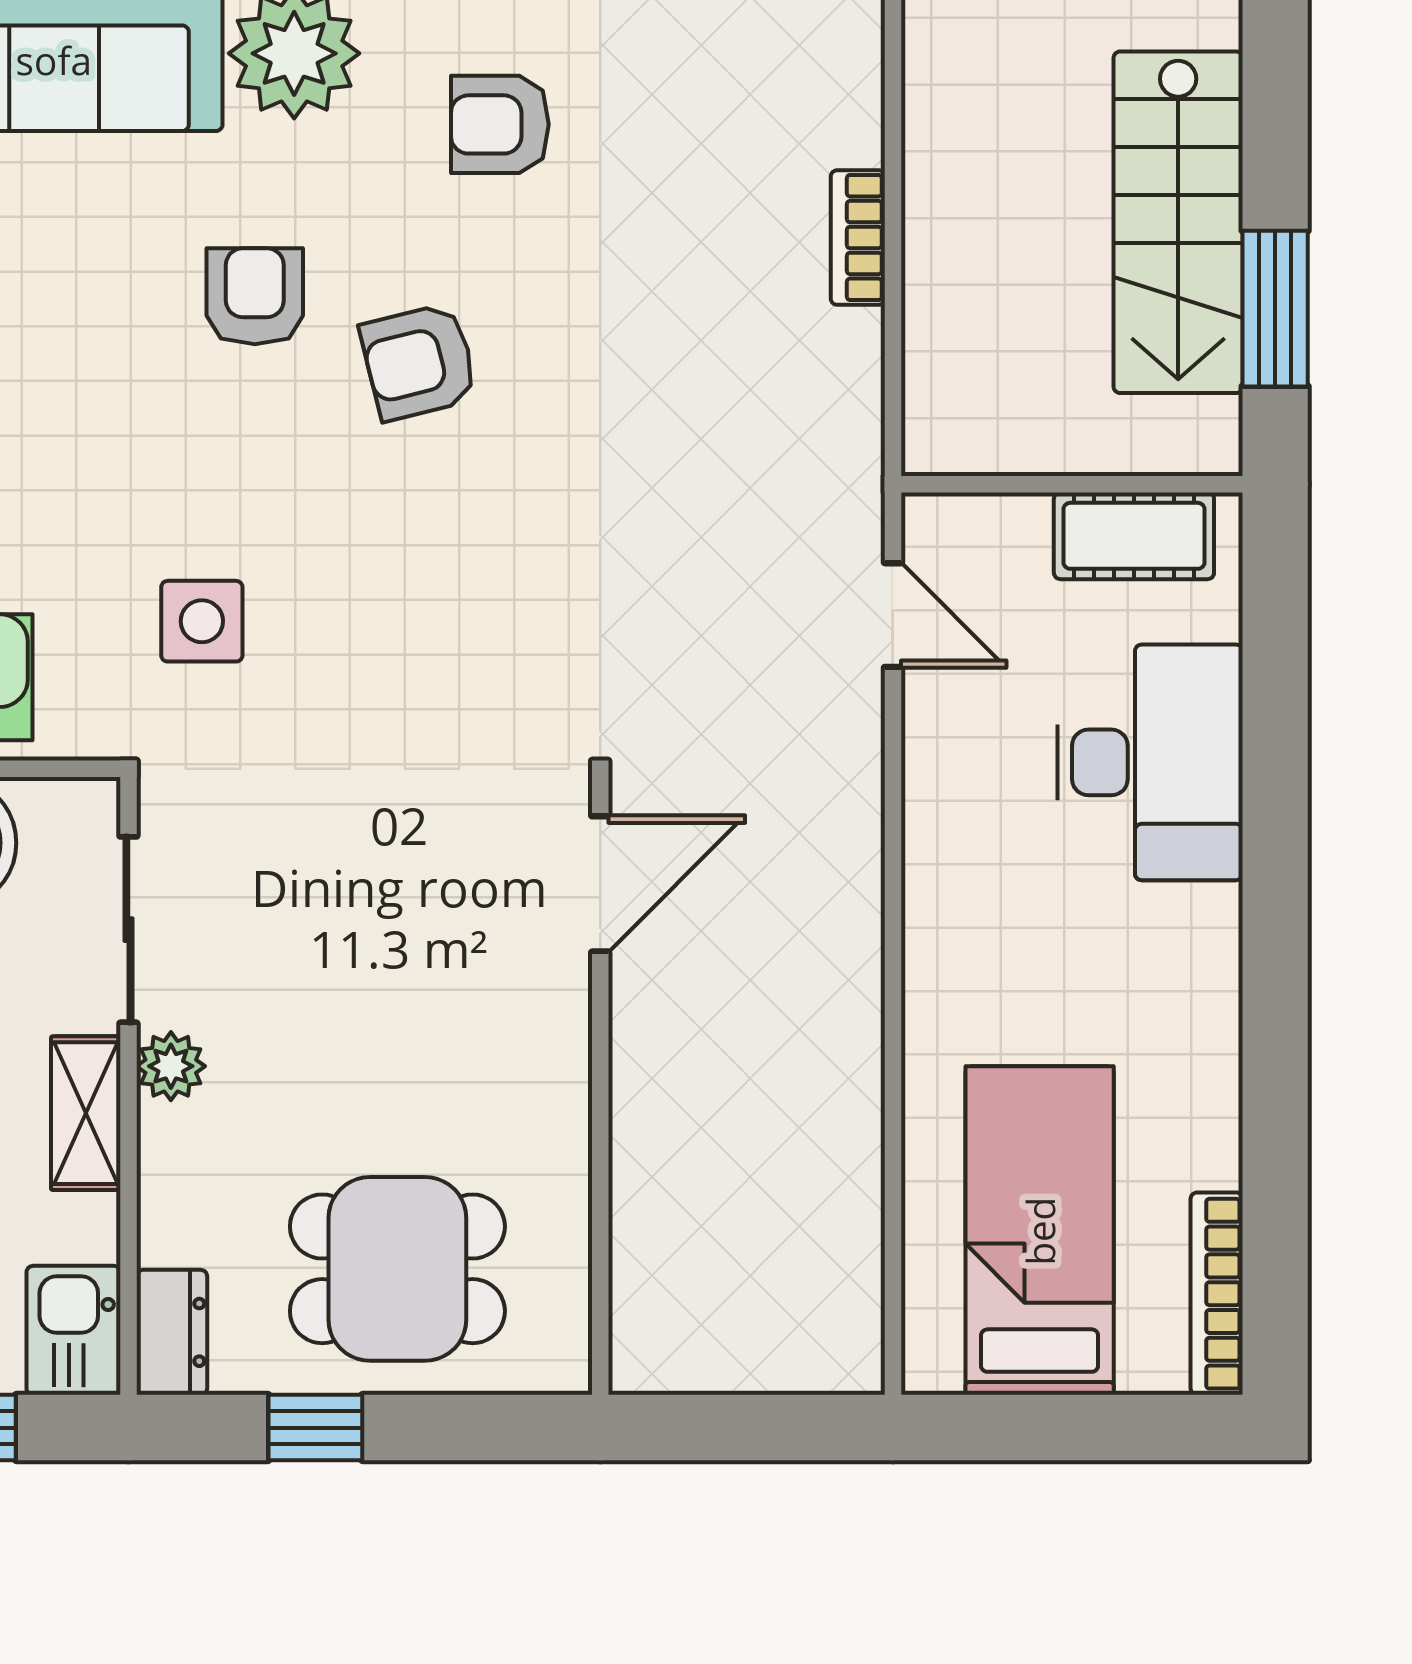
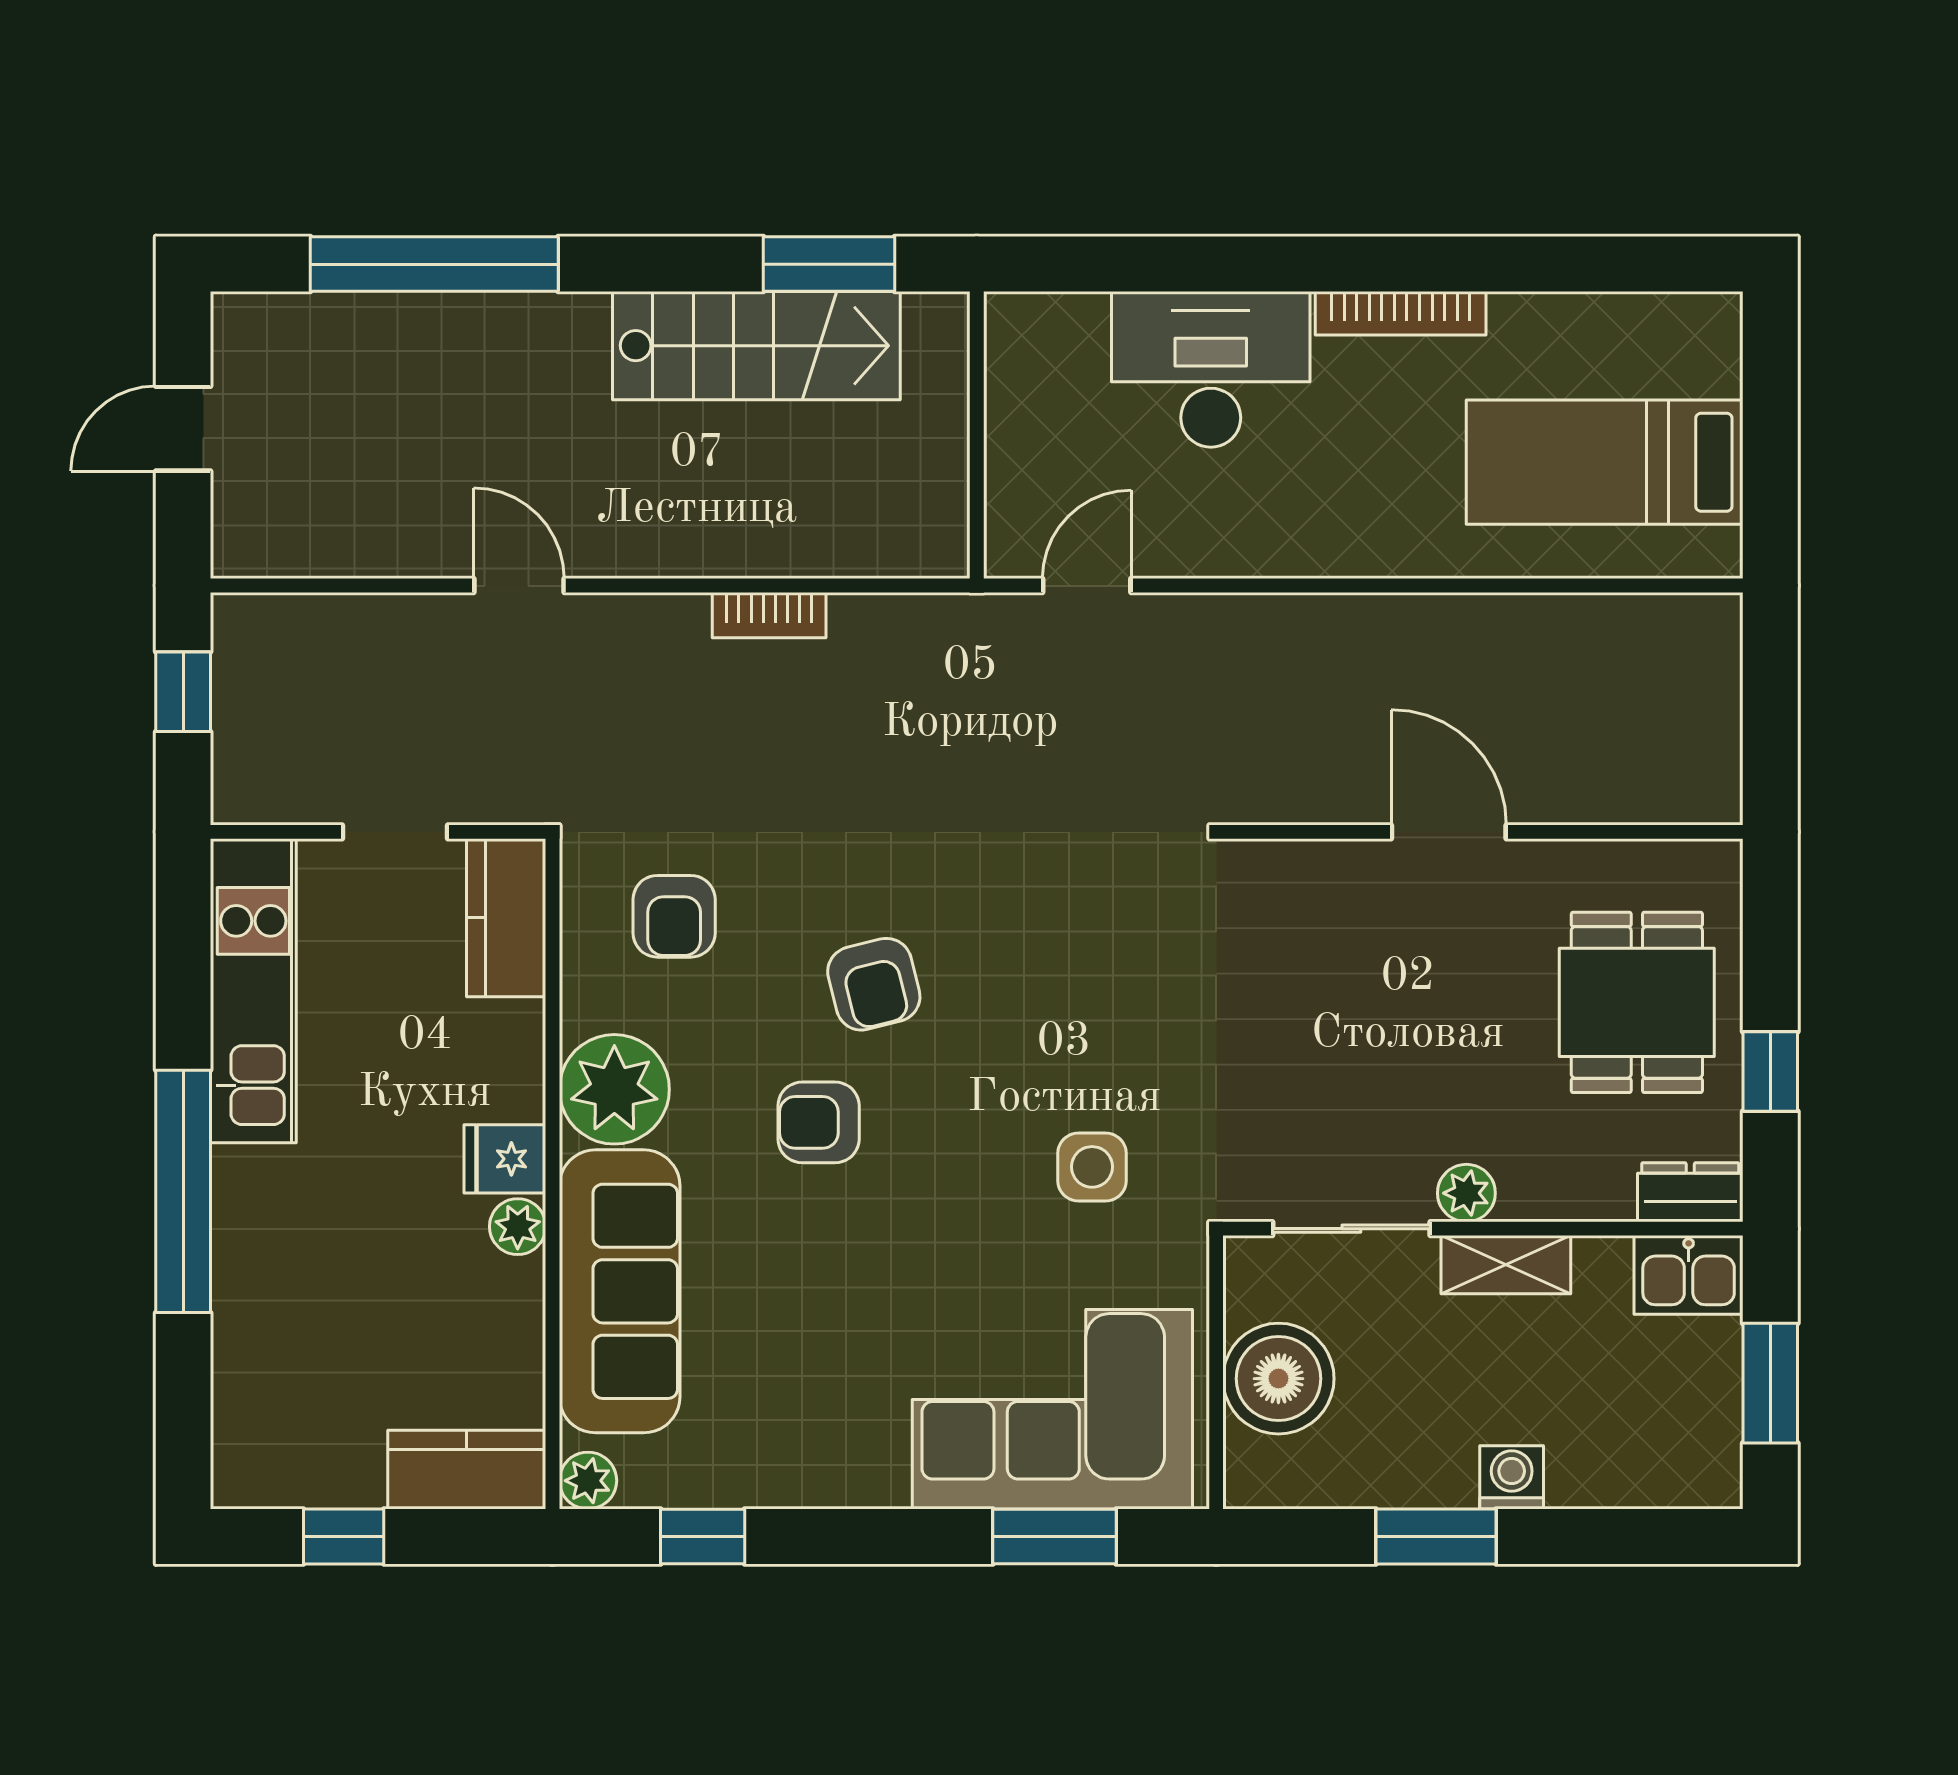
cot: (1134, 536) -> (1020, 383), removed
door: (600, 884) -> (1449, 832), moved
bookcase: (1217, 1294) -> (1401, 313), moved

